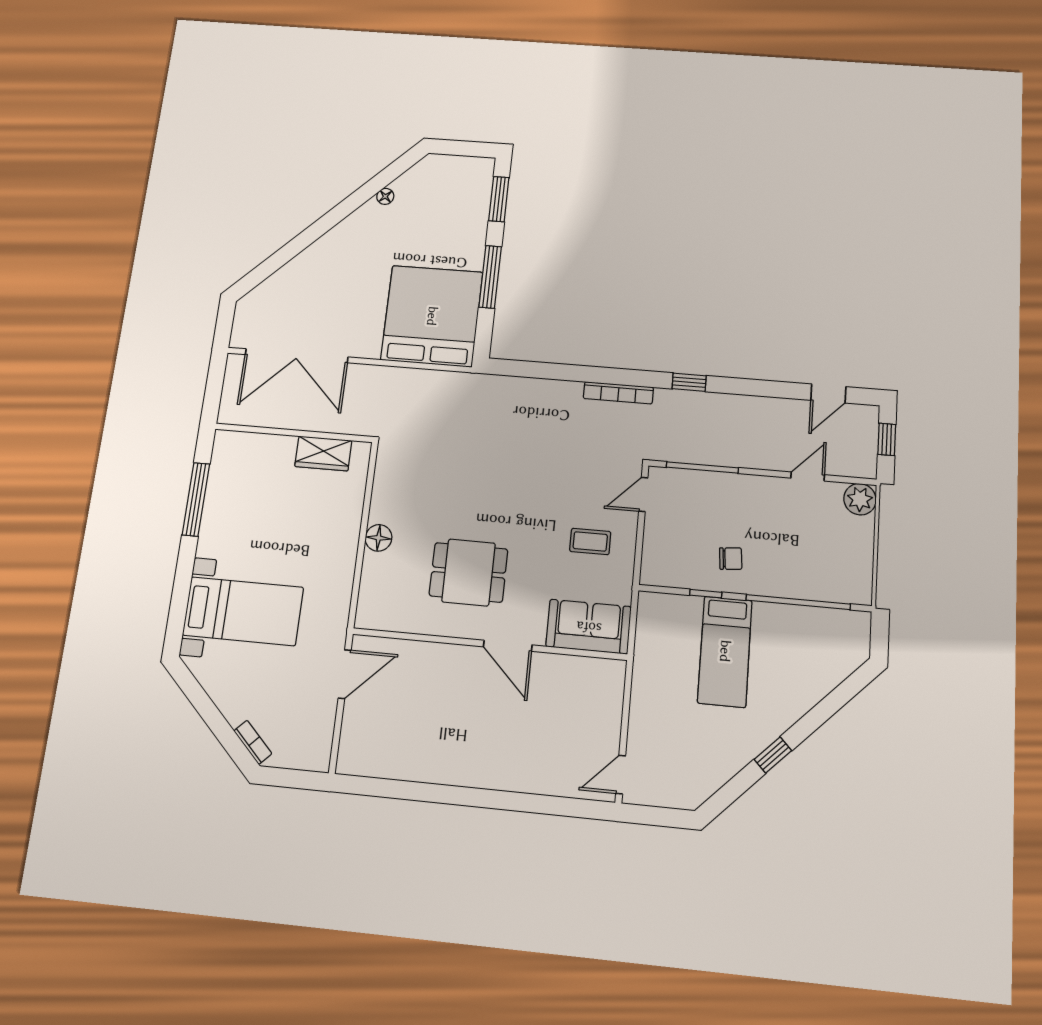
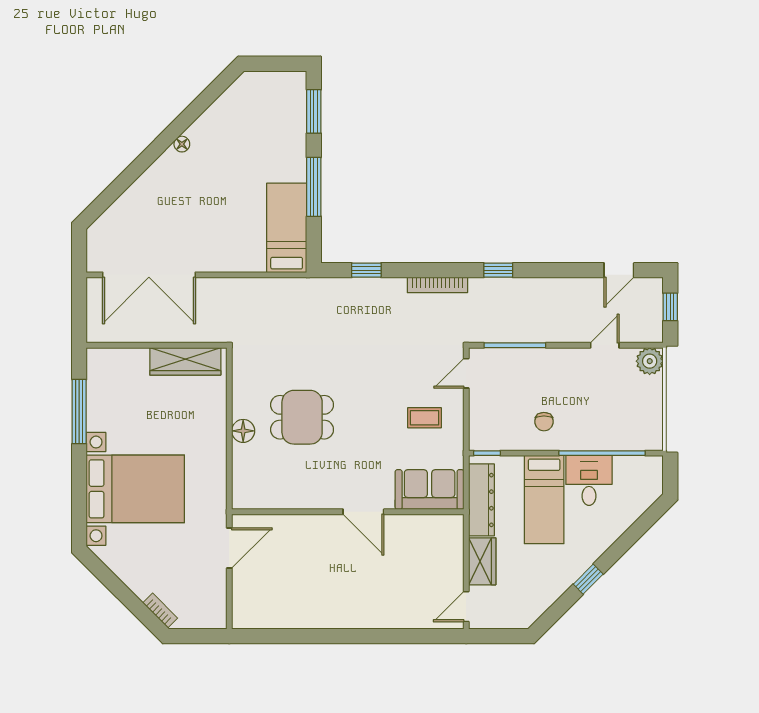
floor lamp: (385, 196) -> (182, 144), moved
bed: (432, 316) -> (287, 228), width x0.49
window: (539, 370) -> (366, 270), added
wardrobe: (323, 453) -> (185, 361), width x1.50
chair: (731, 559) -> (544, 422), turned 95
dining table: (469, 572) -> (302, 417), moved
window: (706, 594) -> (487, 453), moved
bed with nightstands: (243, 611) -> (135, 489), width x1.36
desk: (780, 633) -> (589, 480), added
dresser: (649, 645) -> (481, 500), added
wardrobe: (645, 720) -> (482, 561), added

